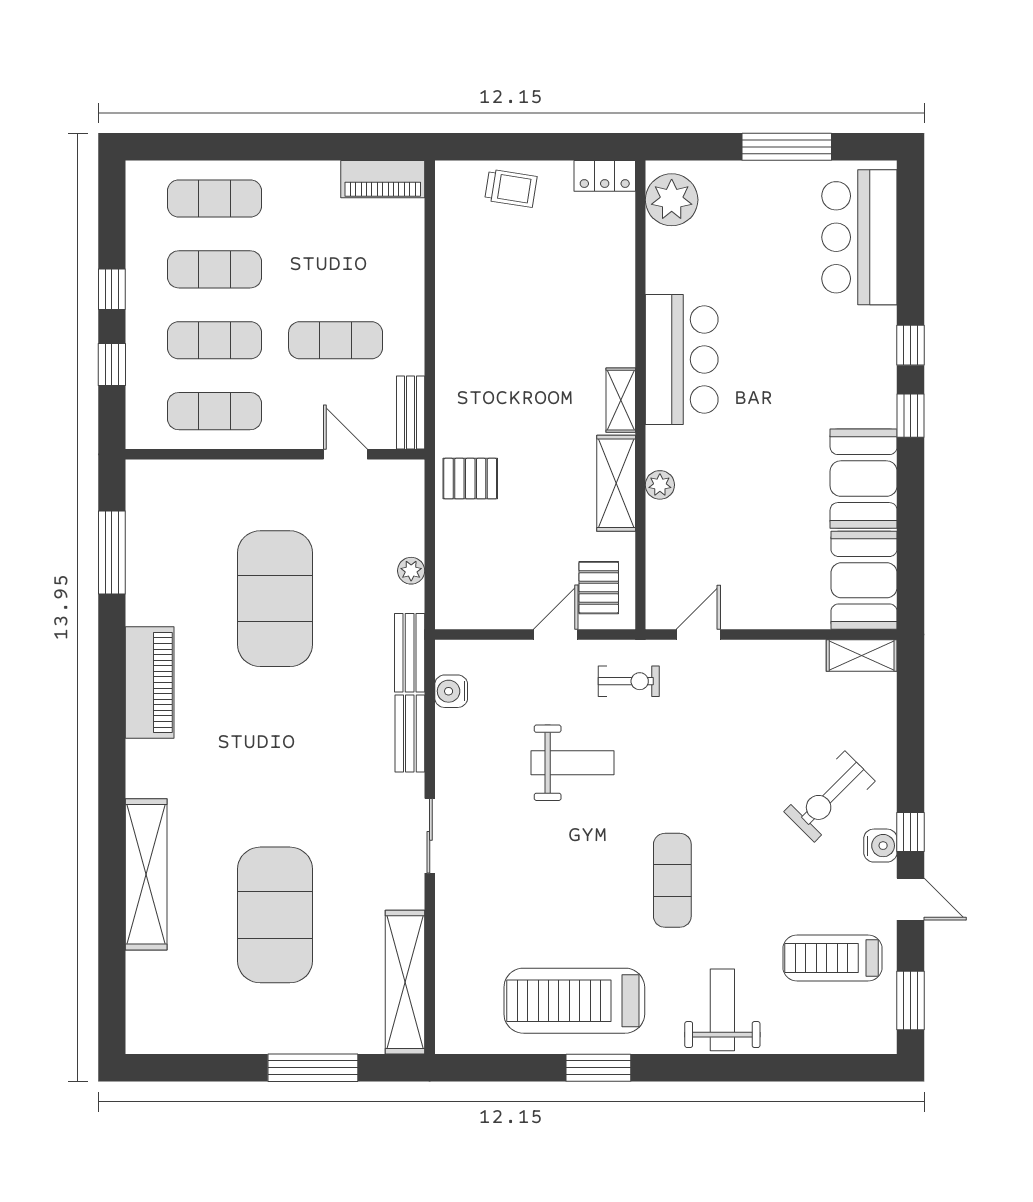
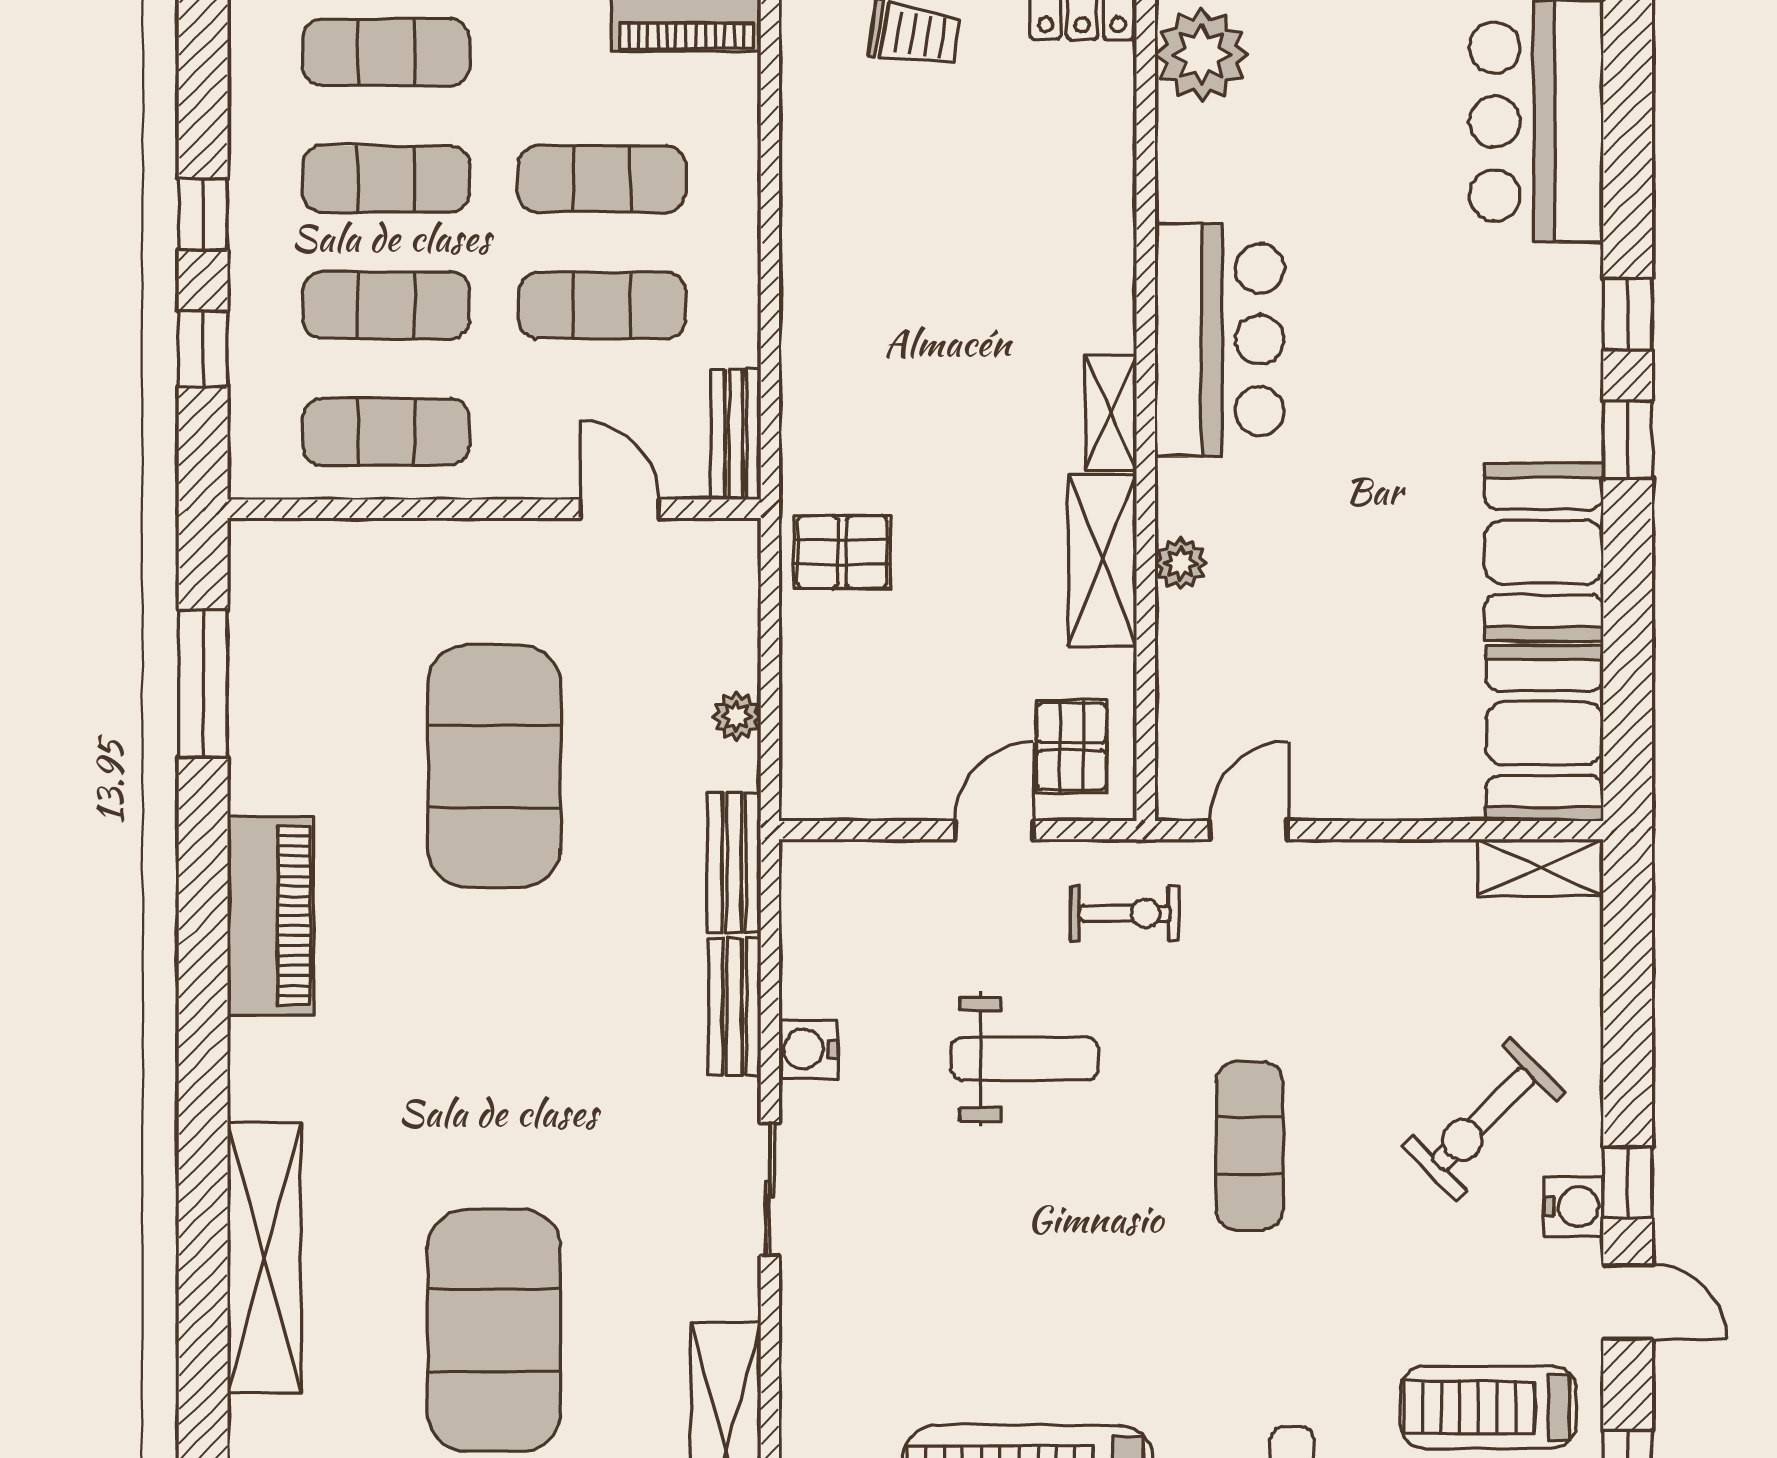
exercise mat: (336, 269) -> (602, 179), added
water cooler: (451, 691) -> (808, 1049), moved
exercise mat: (672, 880) -> (1249, 1145), moved

